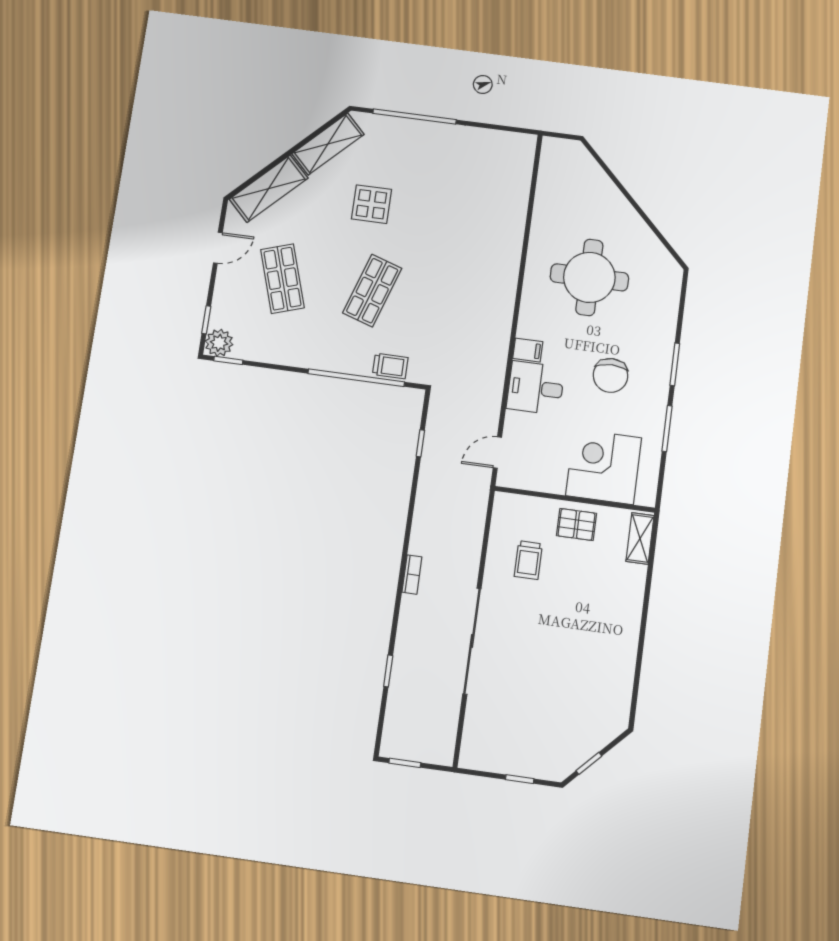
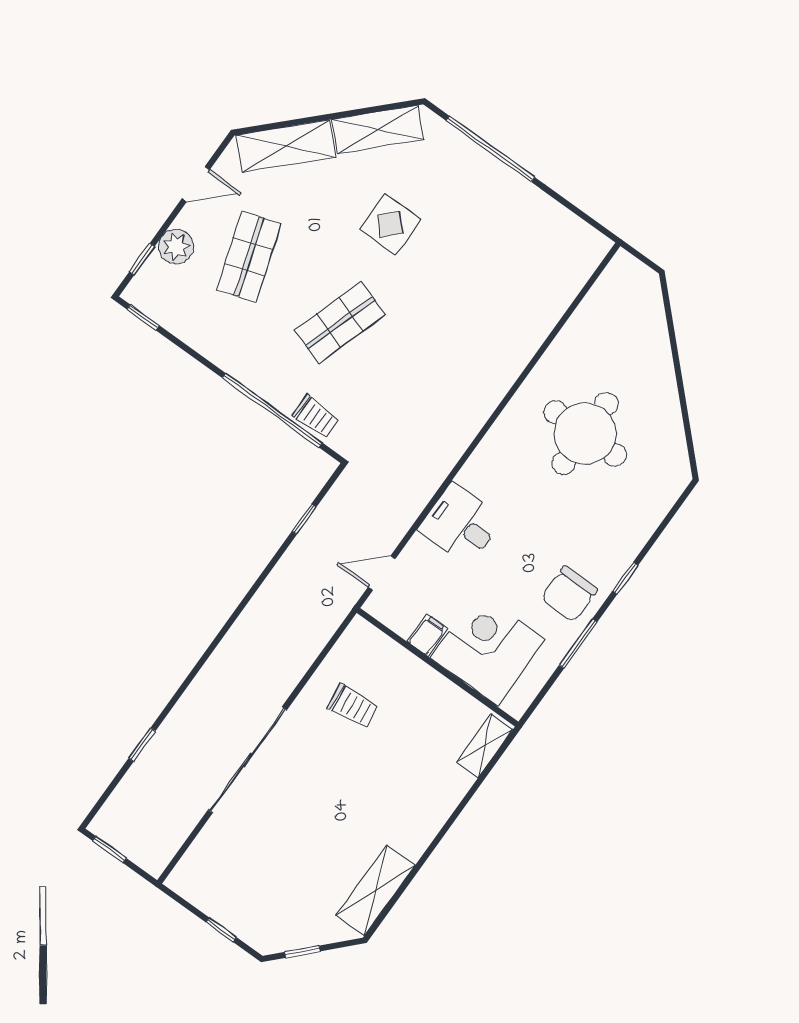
plant: (219, 343) -> (176, 246), moved
filing cabinet: (528, 350) -> (427, 635), moved, turned -90
window: (675, 364) -> (625, 578), width x0.67
chair: (611, 375) -> (569, 594), moved
pallet: (576, 525) -> (425, 695), removed
trolley: (528, 560) -> (353, 706), turned -97
bookcase: (412, 575) -> (221, 656), removed
shelving: (618, 688) -> (376, 890), added

